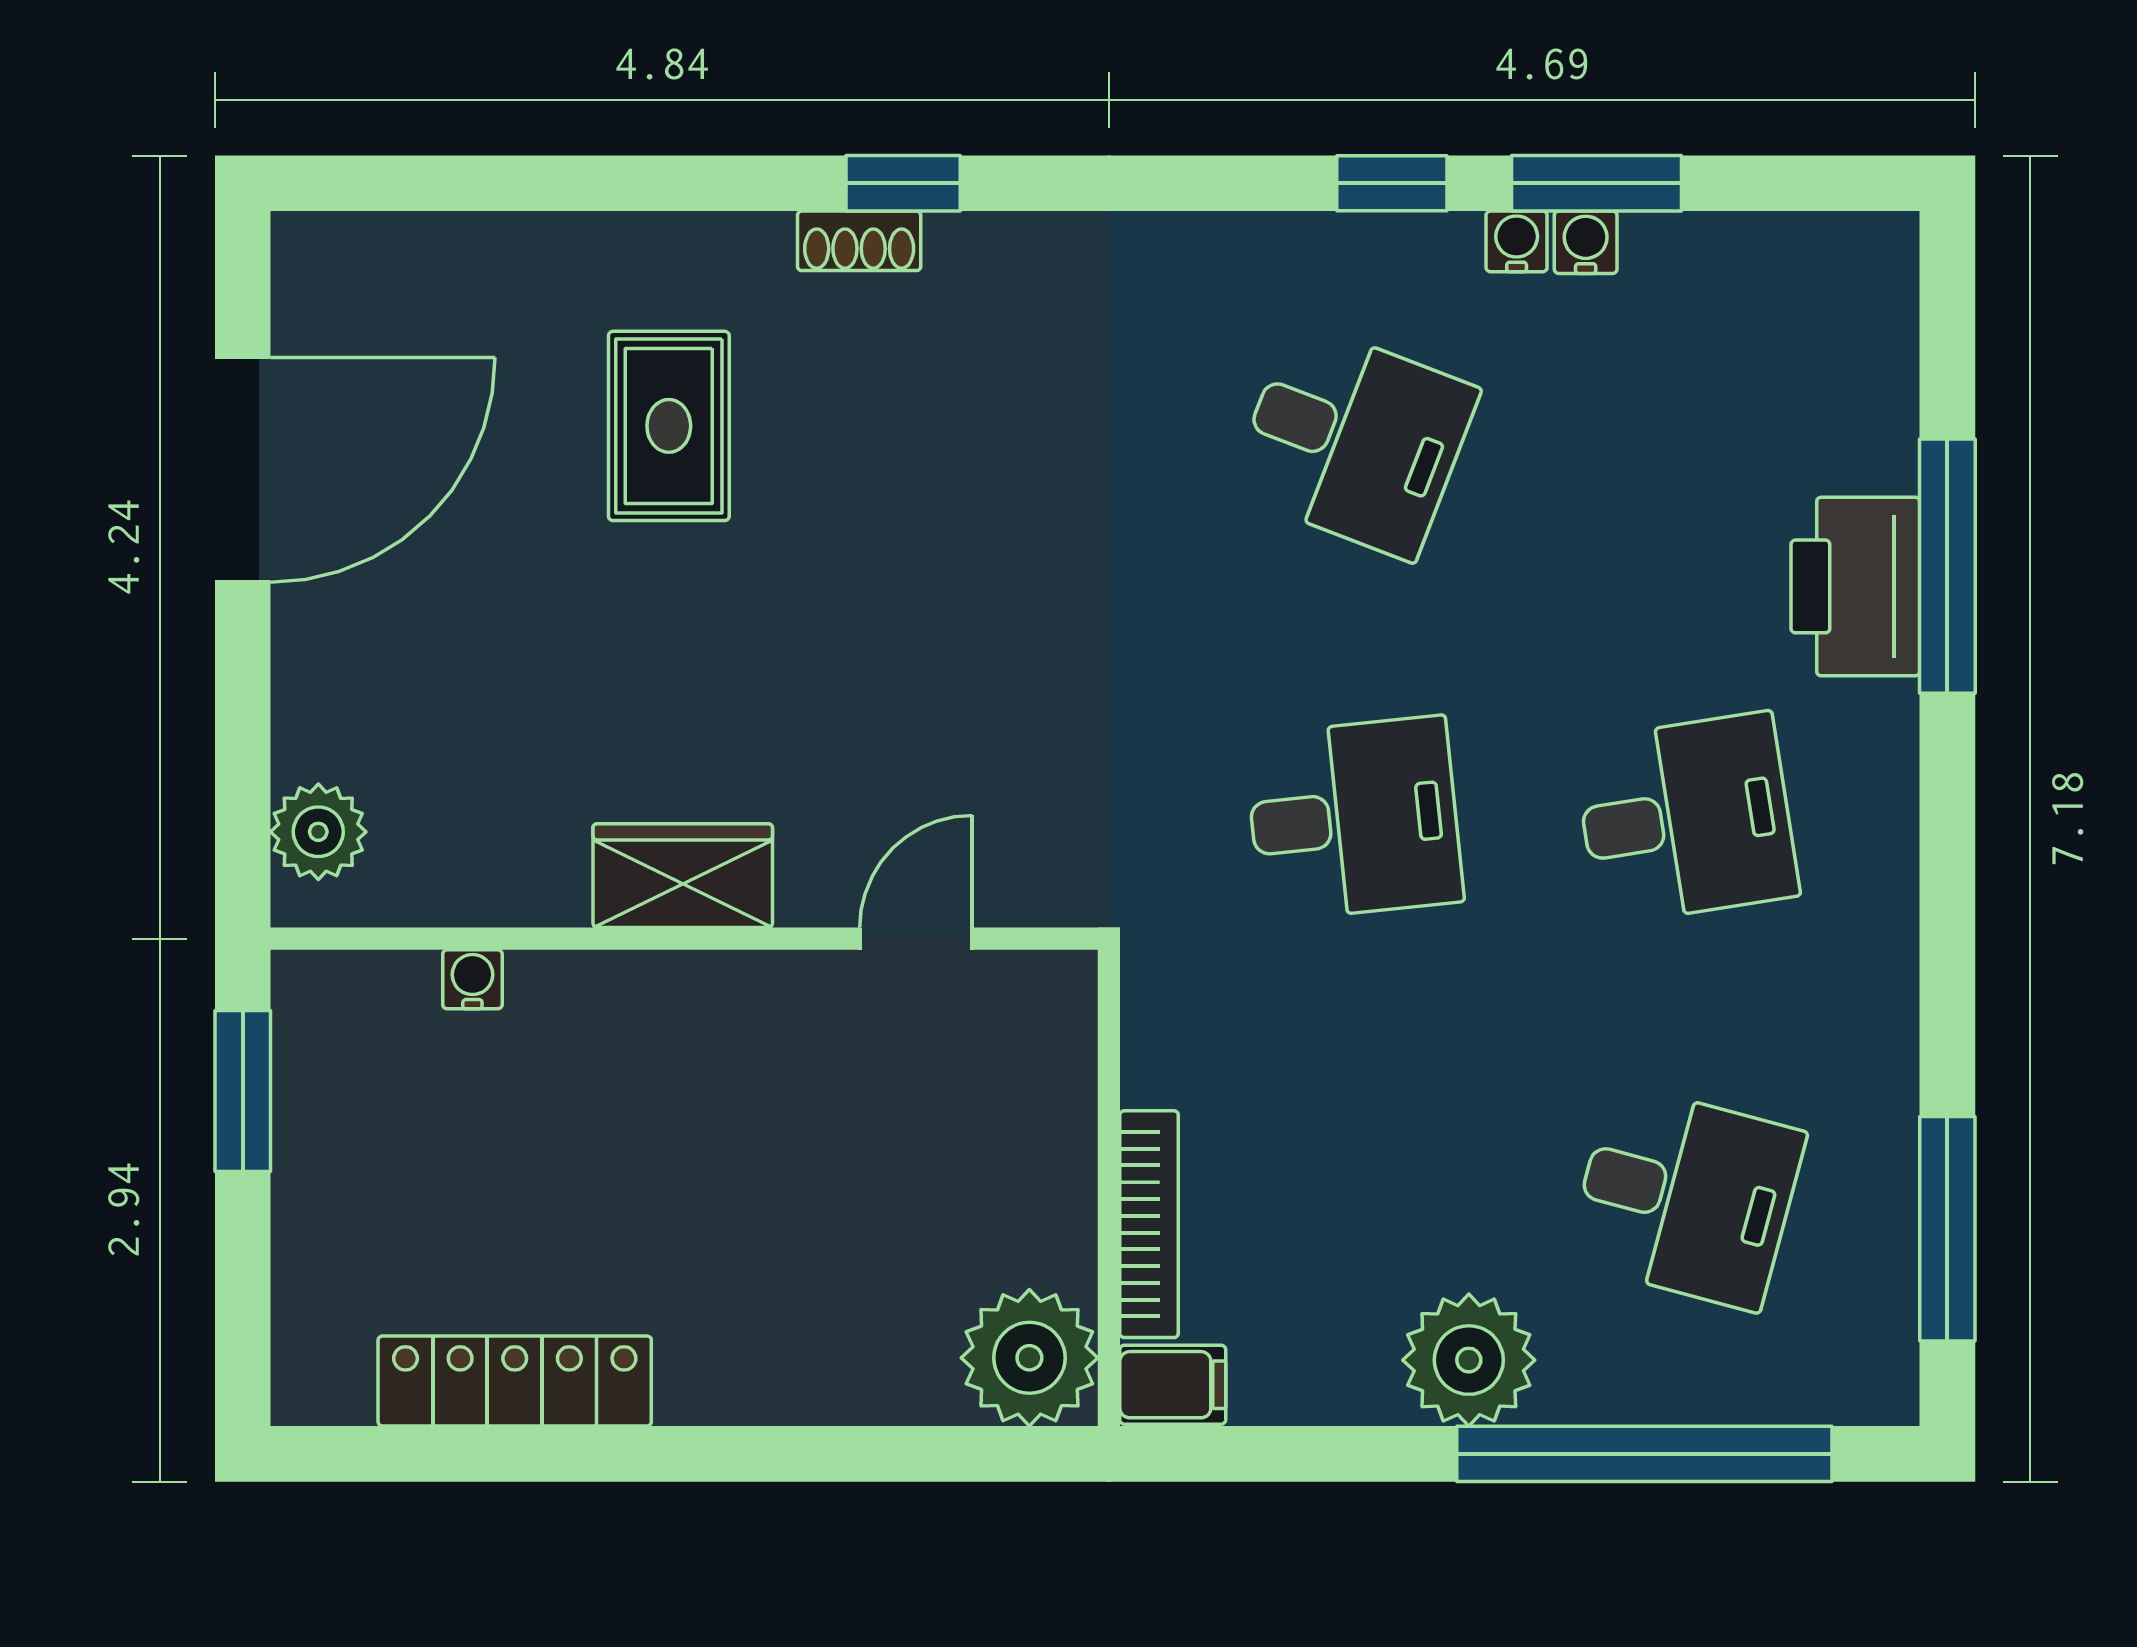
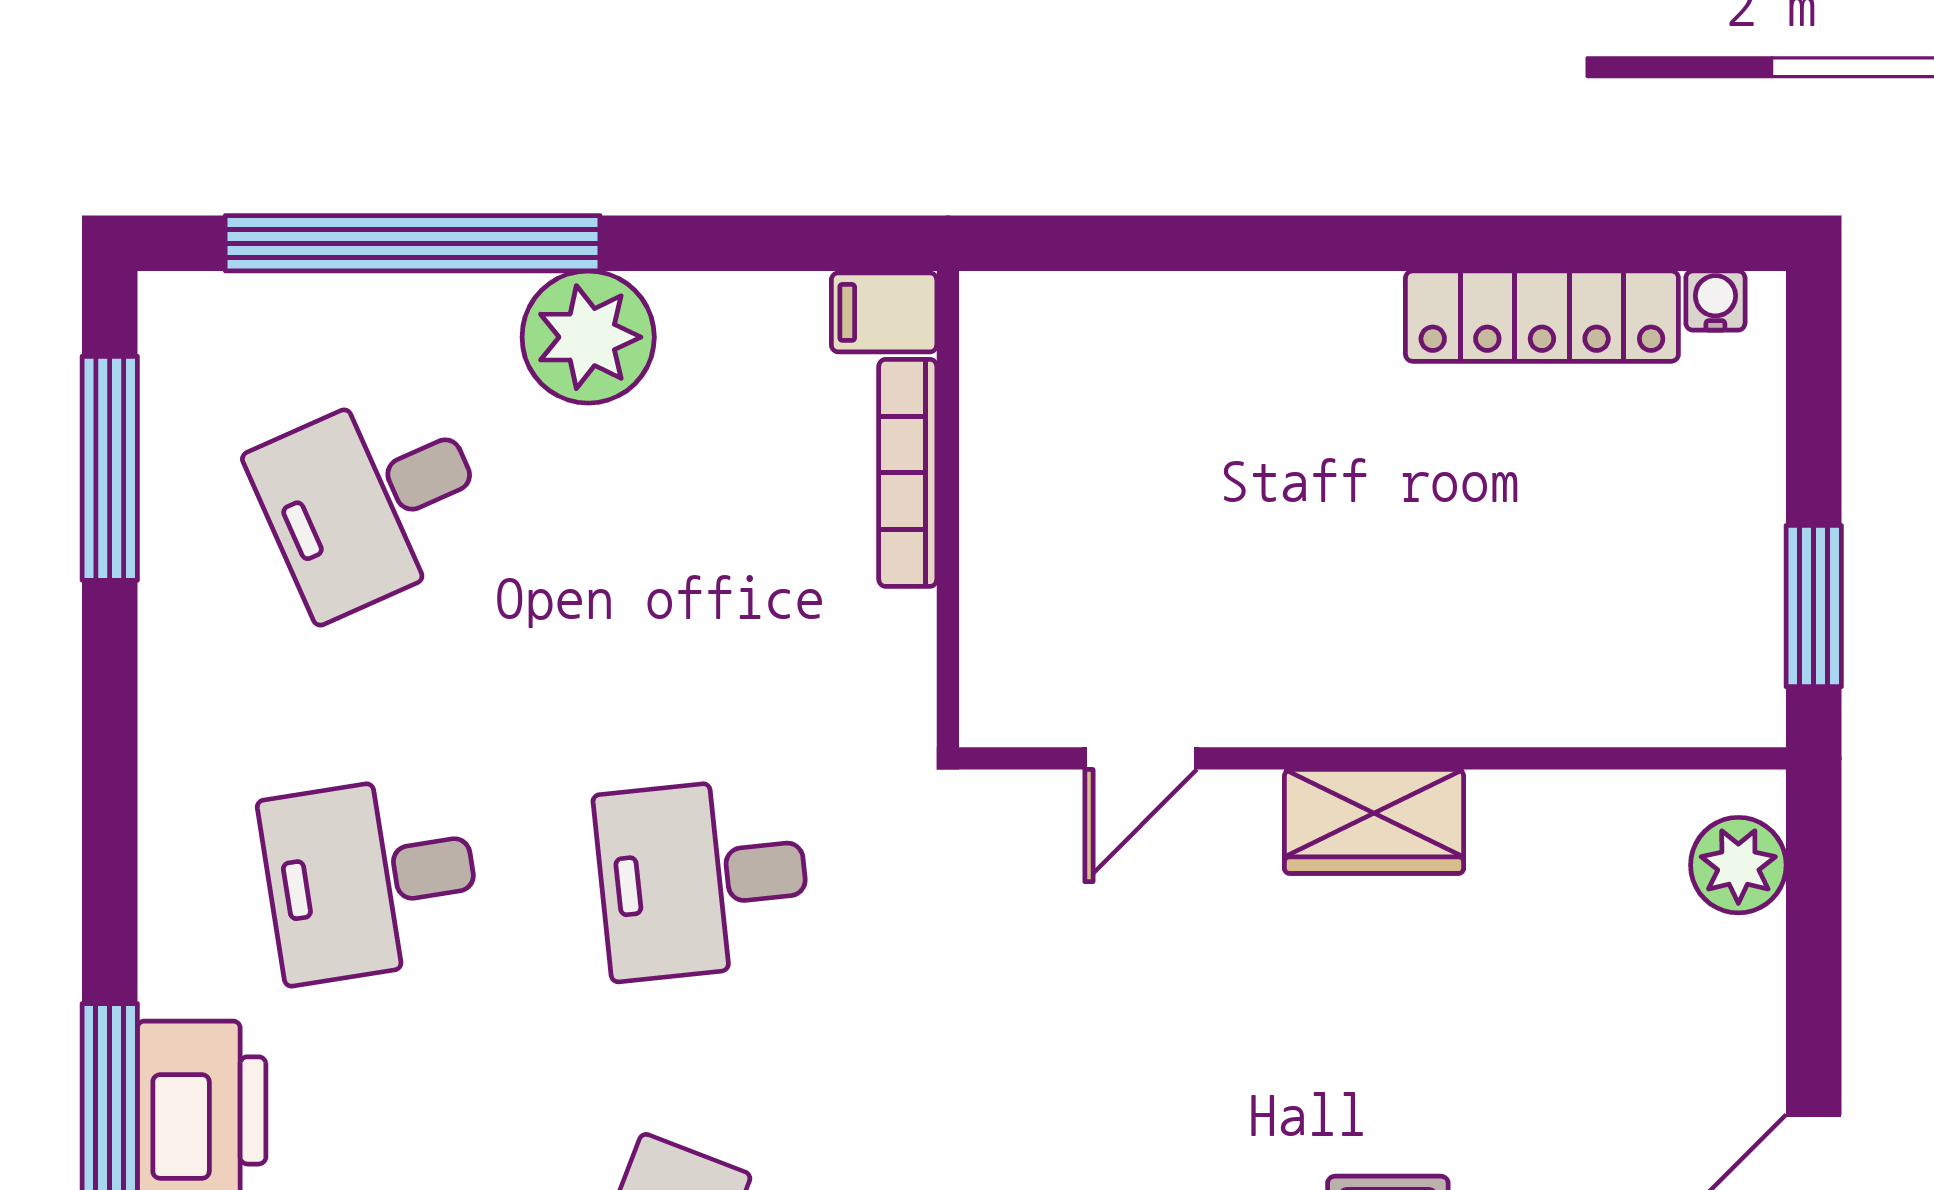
water cooler: (472, 979) -> (1715, 301), moved, turned 180
desk: (1686, 1197) -> (371, 500), turned -39
plant: (1029, 1358) -> (1027, 339), removed

